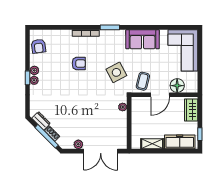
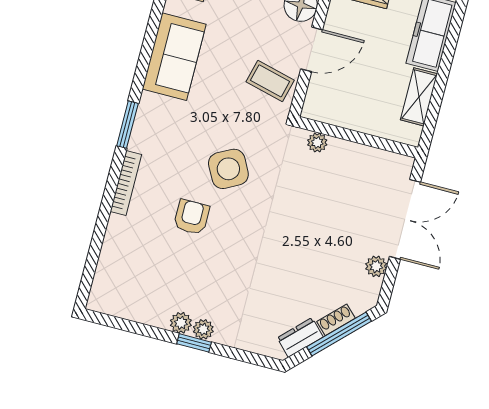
armchair: (38, 46) -> (128, 299), removed
side table: (116, 72) -> (228, 169), moved
door: (160, 95) -> (312, 49), hinge flipped

